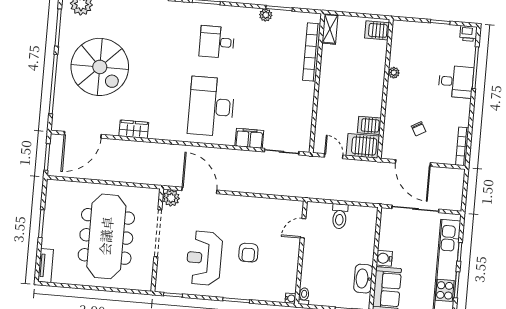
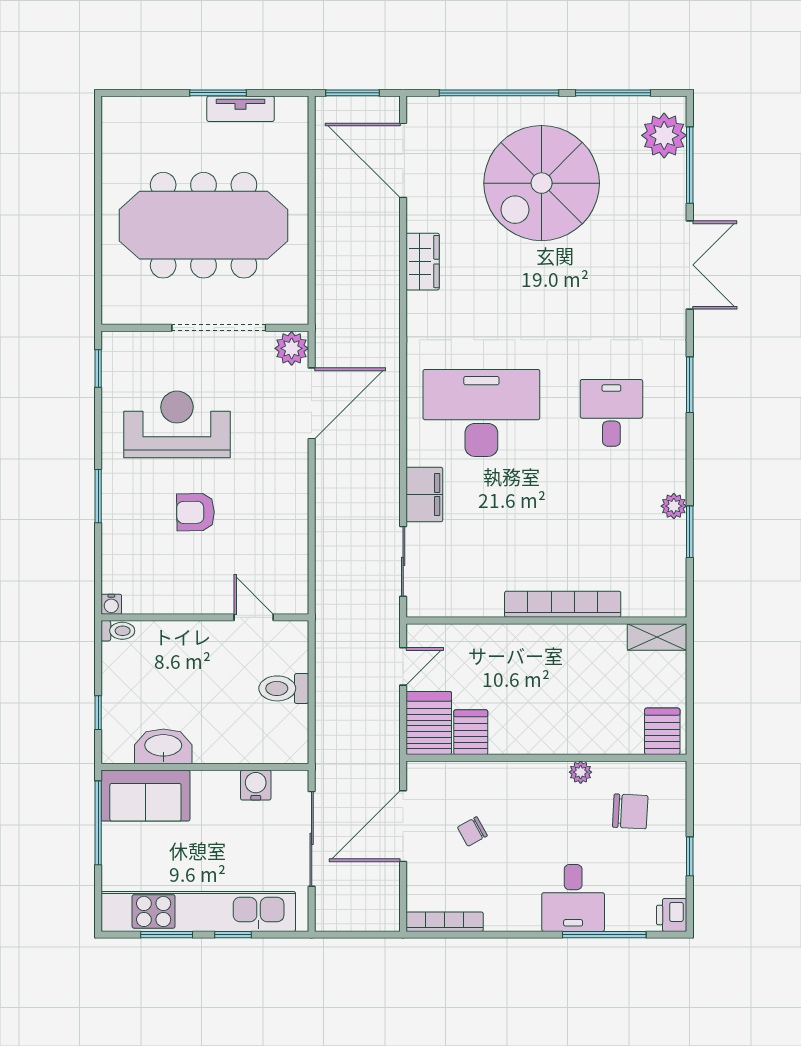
chair: (415, 50) -> (630, 811), added
bookcase: (312, 52) -> (563, 604), moved
water cooler: (384, 258) -> (256, 785), moved
tv unit: (46, 266) -> (241, 109), moved

